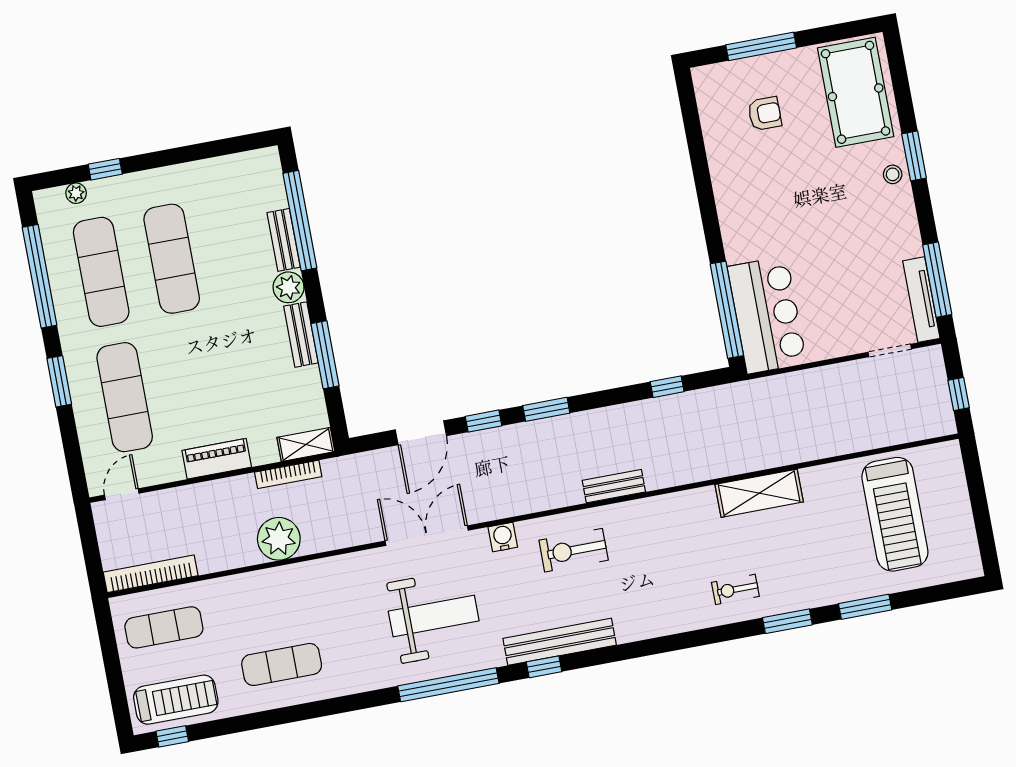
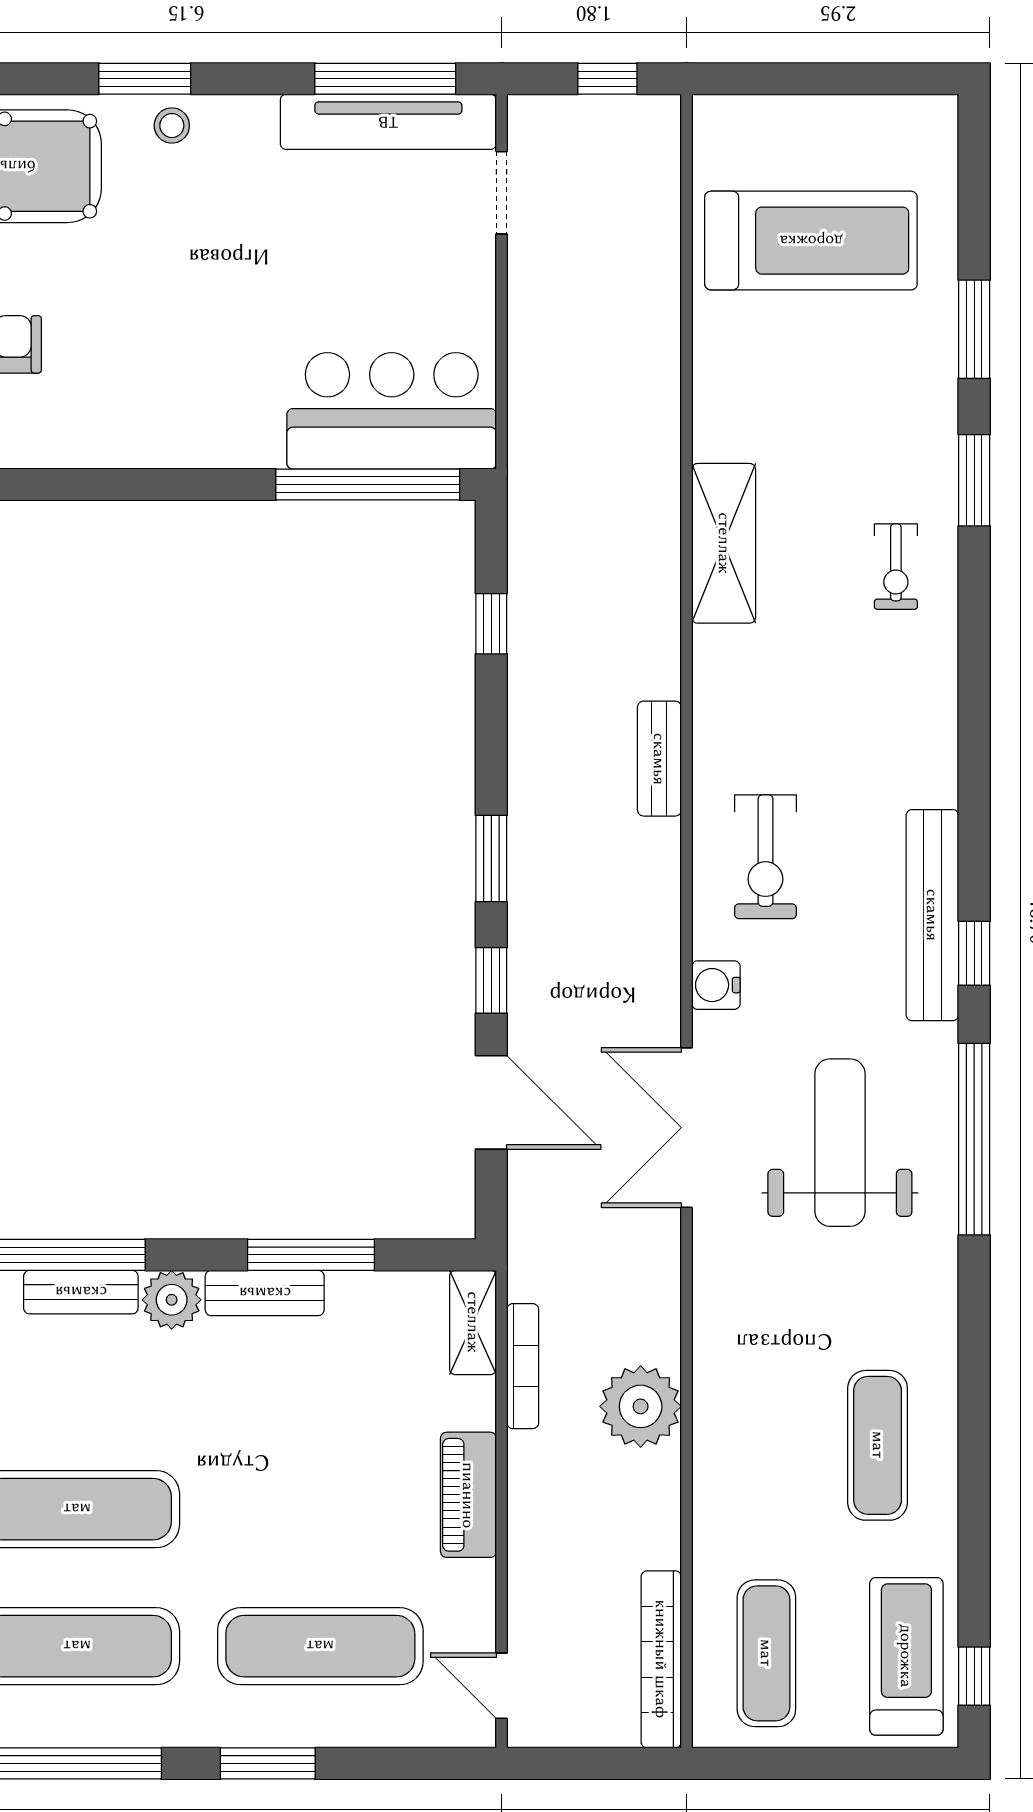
tv unit: (921, 300) -> (388, 122), width x1.36, depth x1.29
shelving: (759, 493) -> (724, 543), moved

